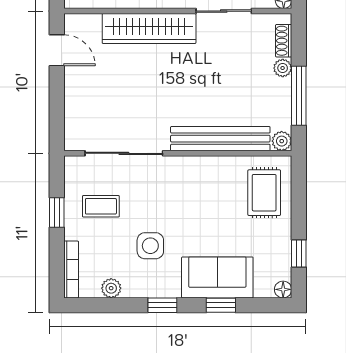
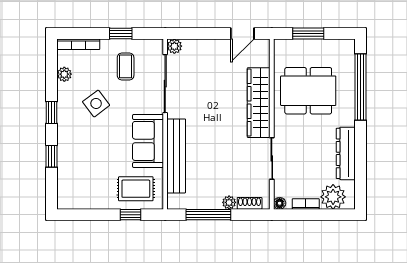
plant: (282, 141) -> (174, 46), moved
side table: (150, 246) -> (96, 104), turned -37
window: (299, 253) -> (131, 215), moved
sofa: (217, 277) -> (148, 141), moved, turned 180
floor lamp: (283, 289) -> (63, 203), removed

